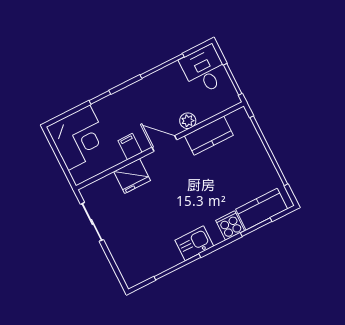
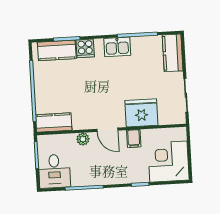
kitchen counter: (209, 136) -> (54, 122), moved
fridge: (132, 176) -> (141, 113), width x1.36, depth x1.34
kitchen counter: (128, 264) -> (173, 53), added

